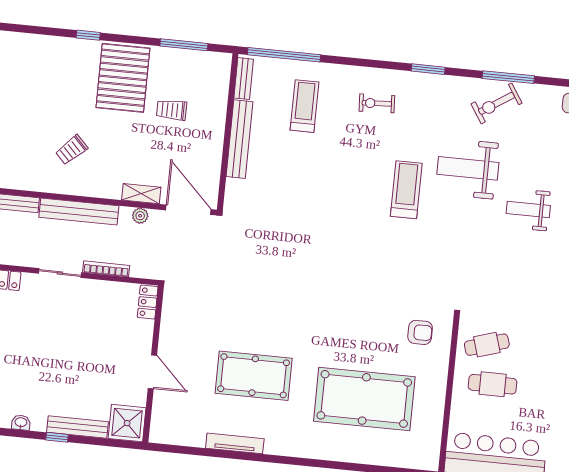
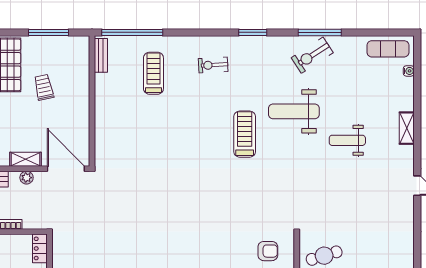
trolley: (172, 110) -> (44, 87), turned 78
bench: (239, 139) -> (102, 106), removed

